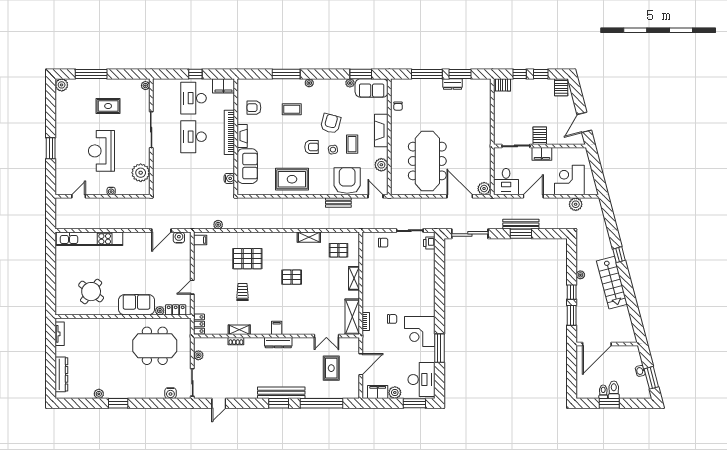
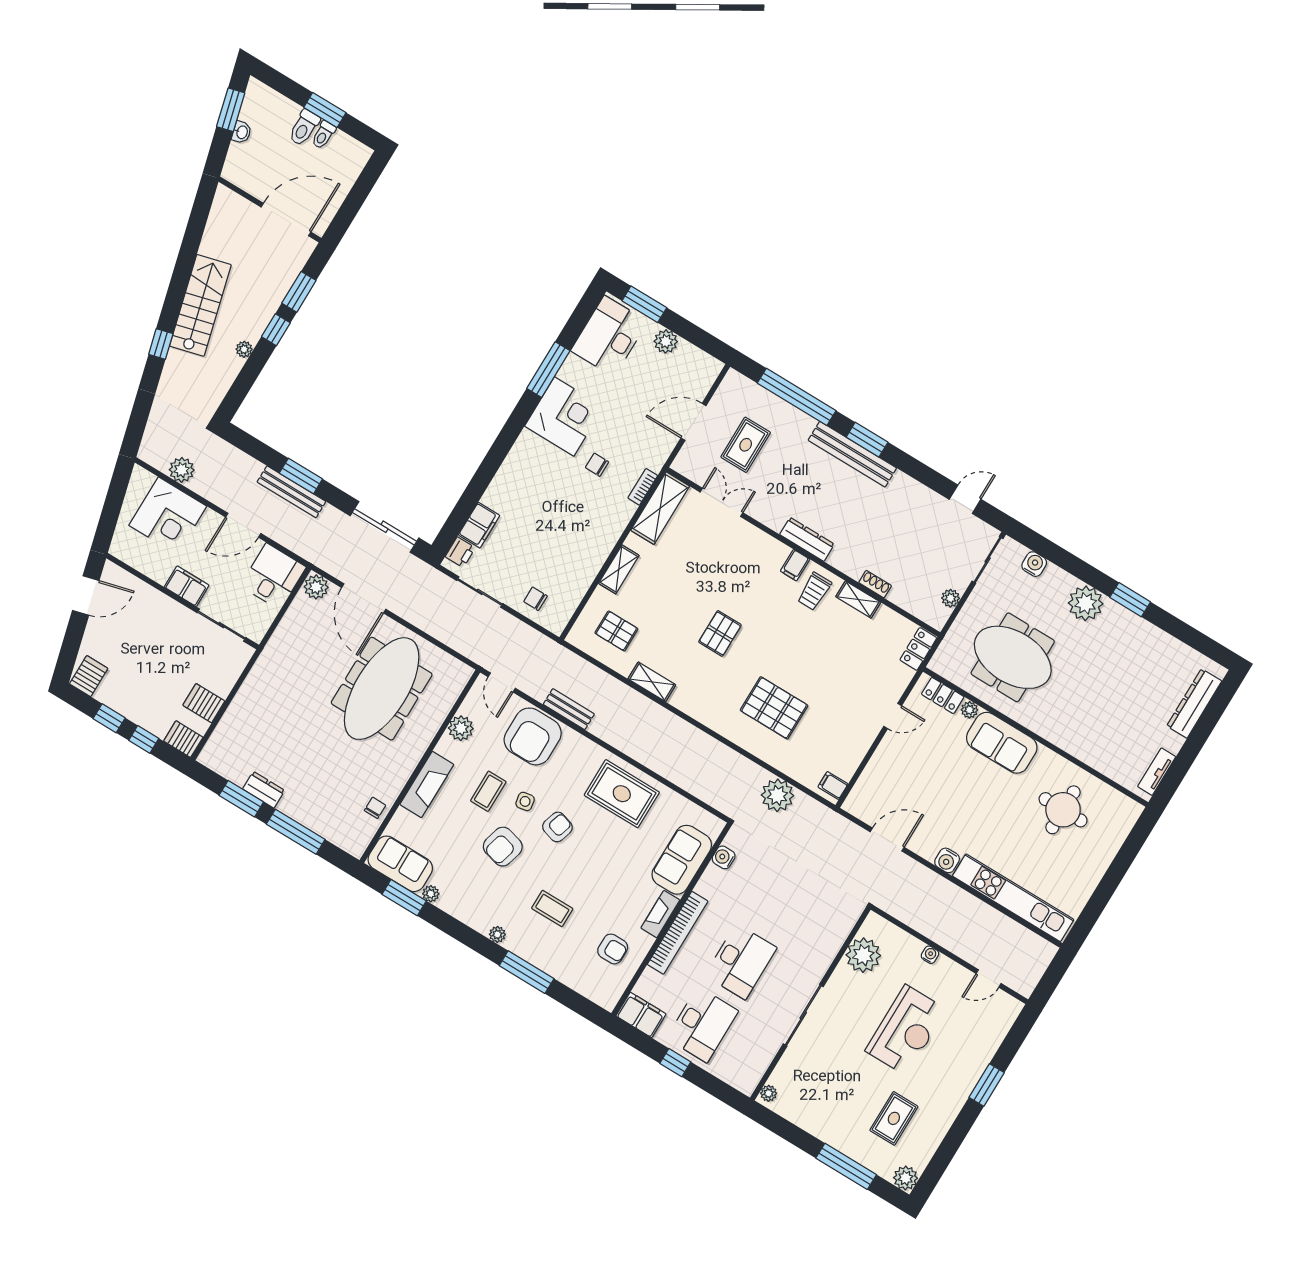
rug: (108, 106) -> (894, 1118), moved, turned 90
server rack: (540, 136) -> (204, 703), moved, turned 90
armchair: (312, 147) -> (557, 827), turned 107
plant: (218, 225) -> (777, 795), width x1.87, depth x1.87
water cooler: (179, 238) -> (947, 860), moved
pallet: (292, 277) -> (720, 633), turned 90
round table: (91, 292) -> (1063, 810), turned -38
trolley: (242, 292) -> (814, 591), moved
filing cabinet: (378, 392) -> (479, 525), moved, turned -90
plant: (99, 394) -> (1086, 603), moved, width x1.87, depth x1.87

